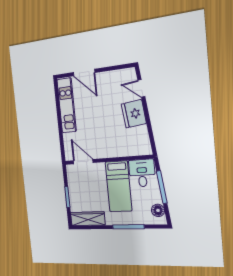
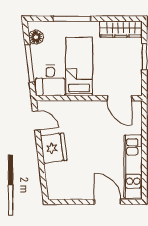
door: (141, 88) -> (36, 120), moved

